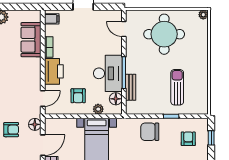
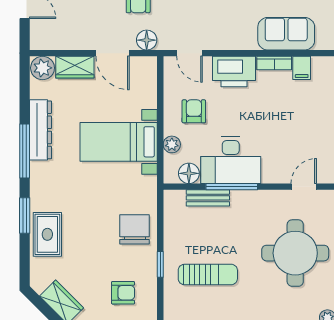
filing cabinet: (52, 19) -> (302, 68), moved
armchair: (78, 96) -> (194, 111), turned 90

